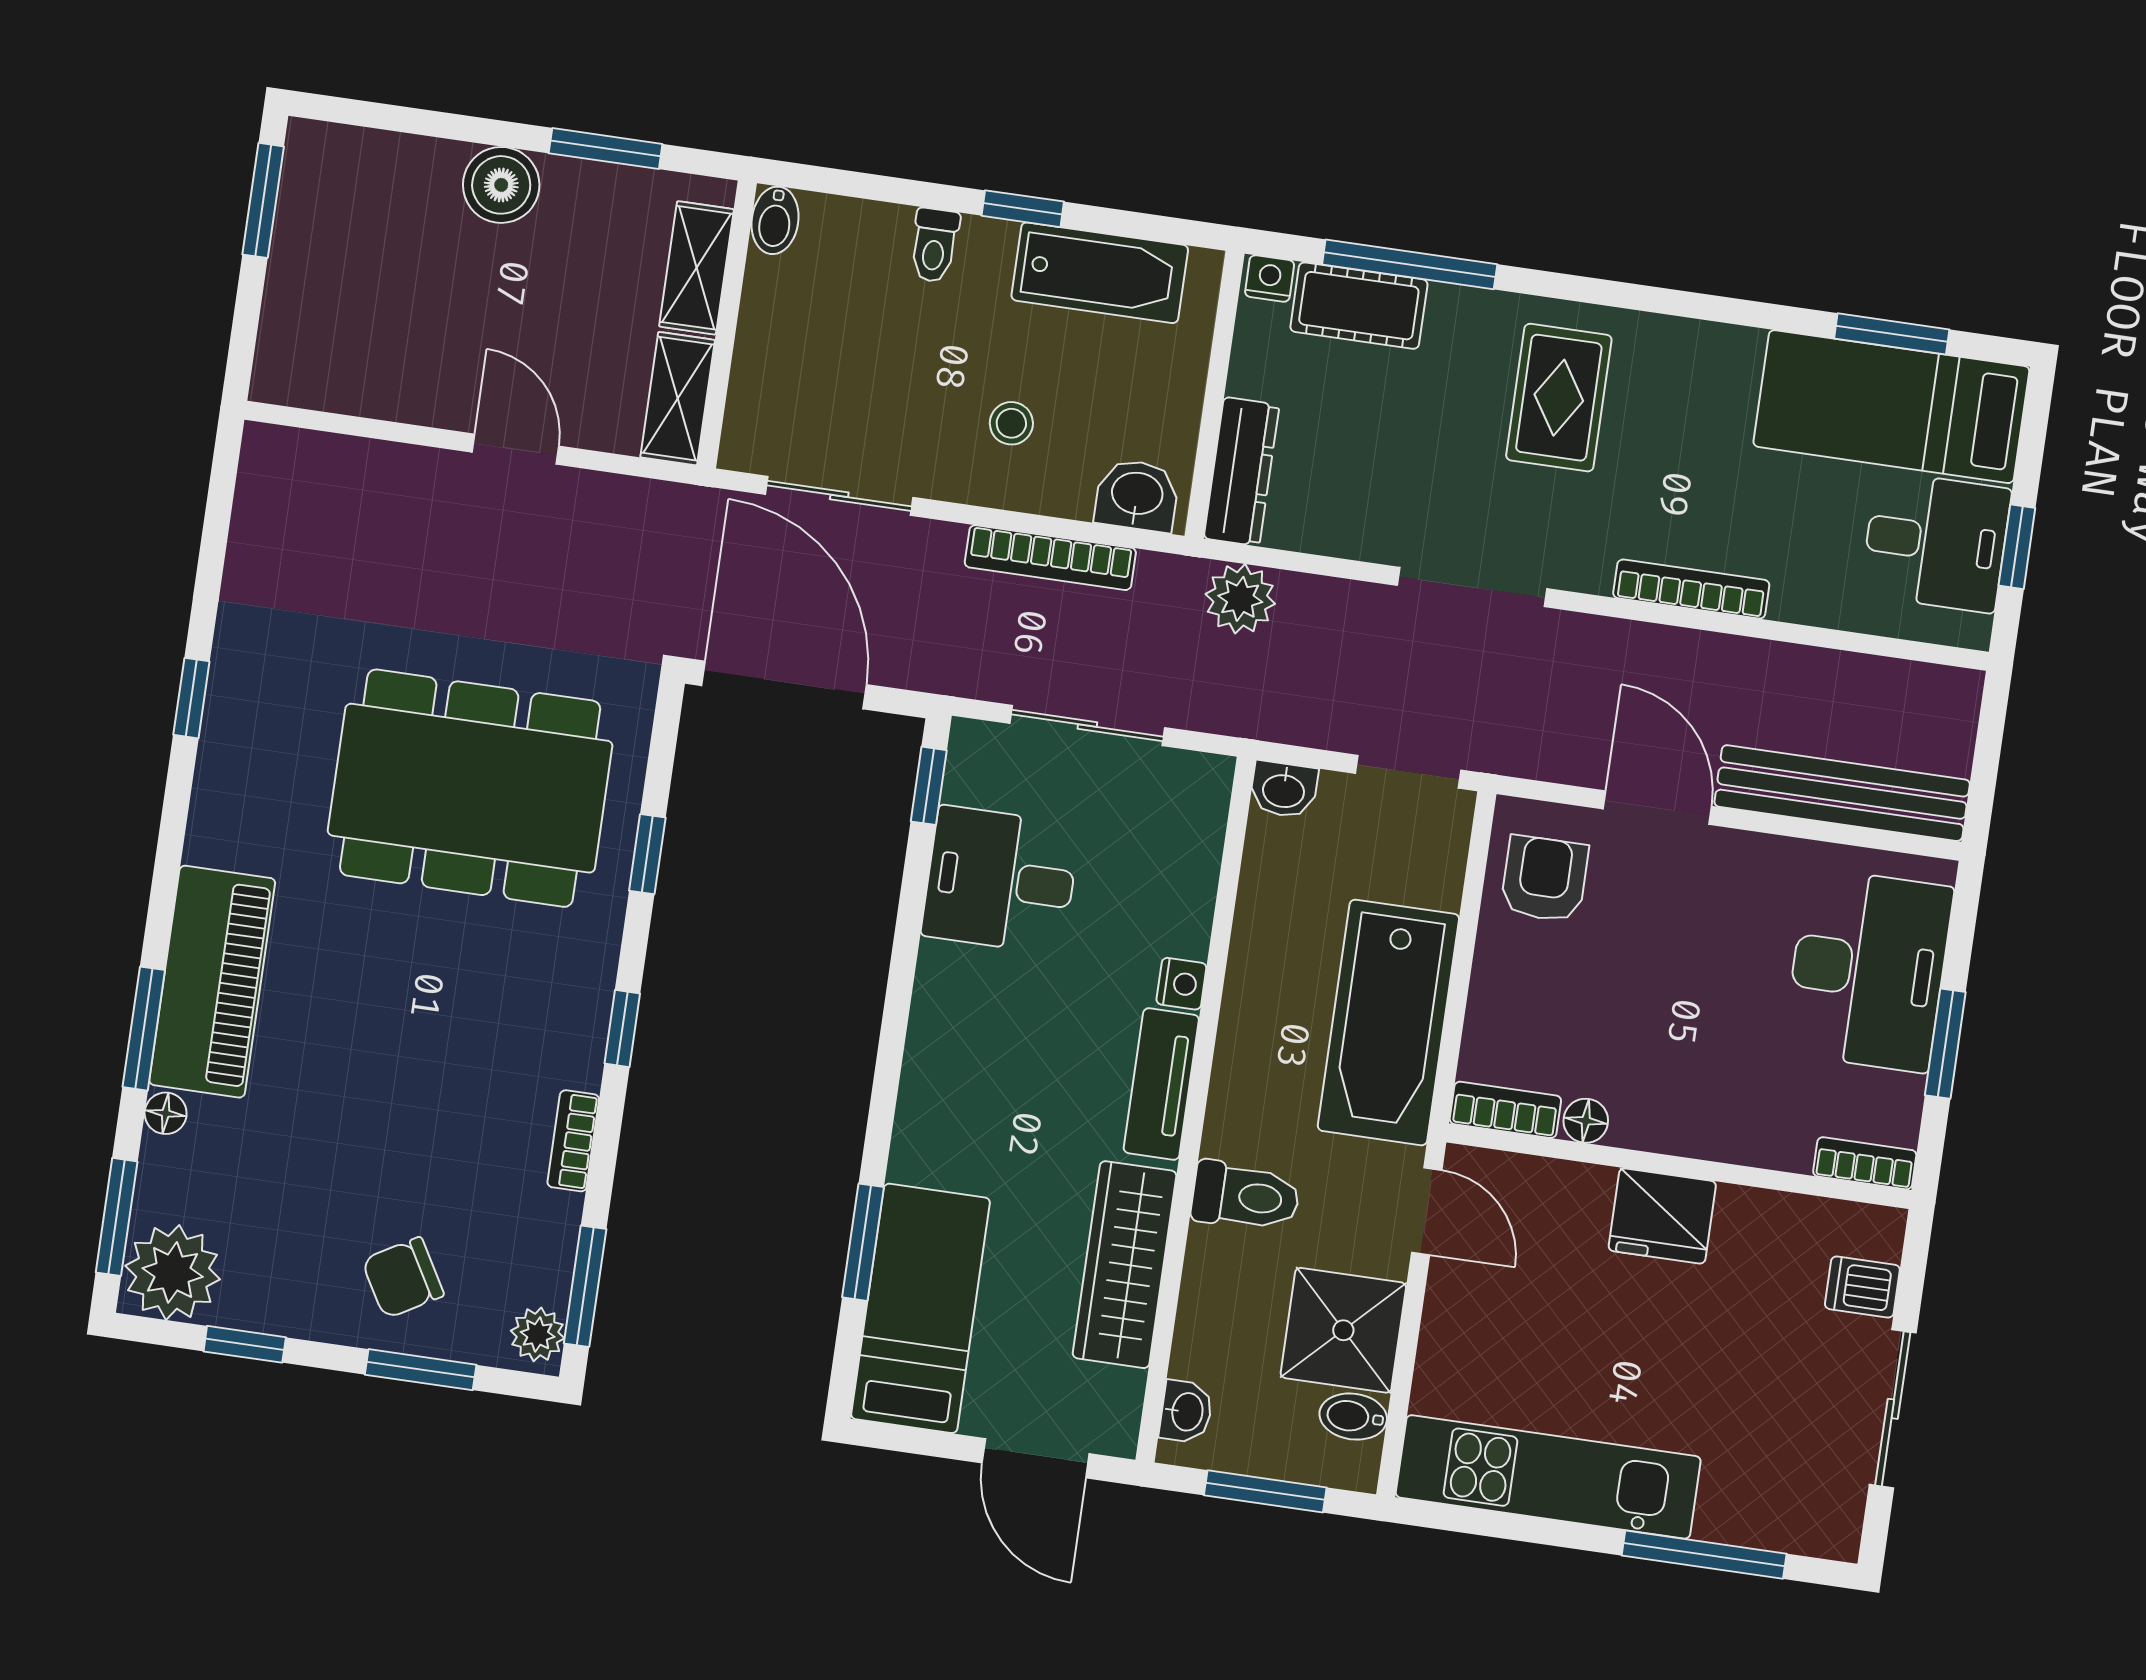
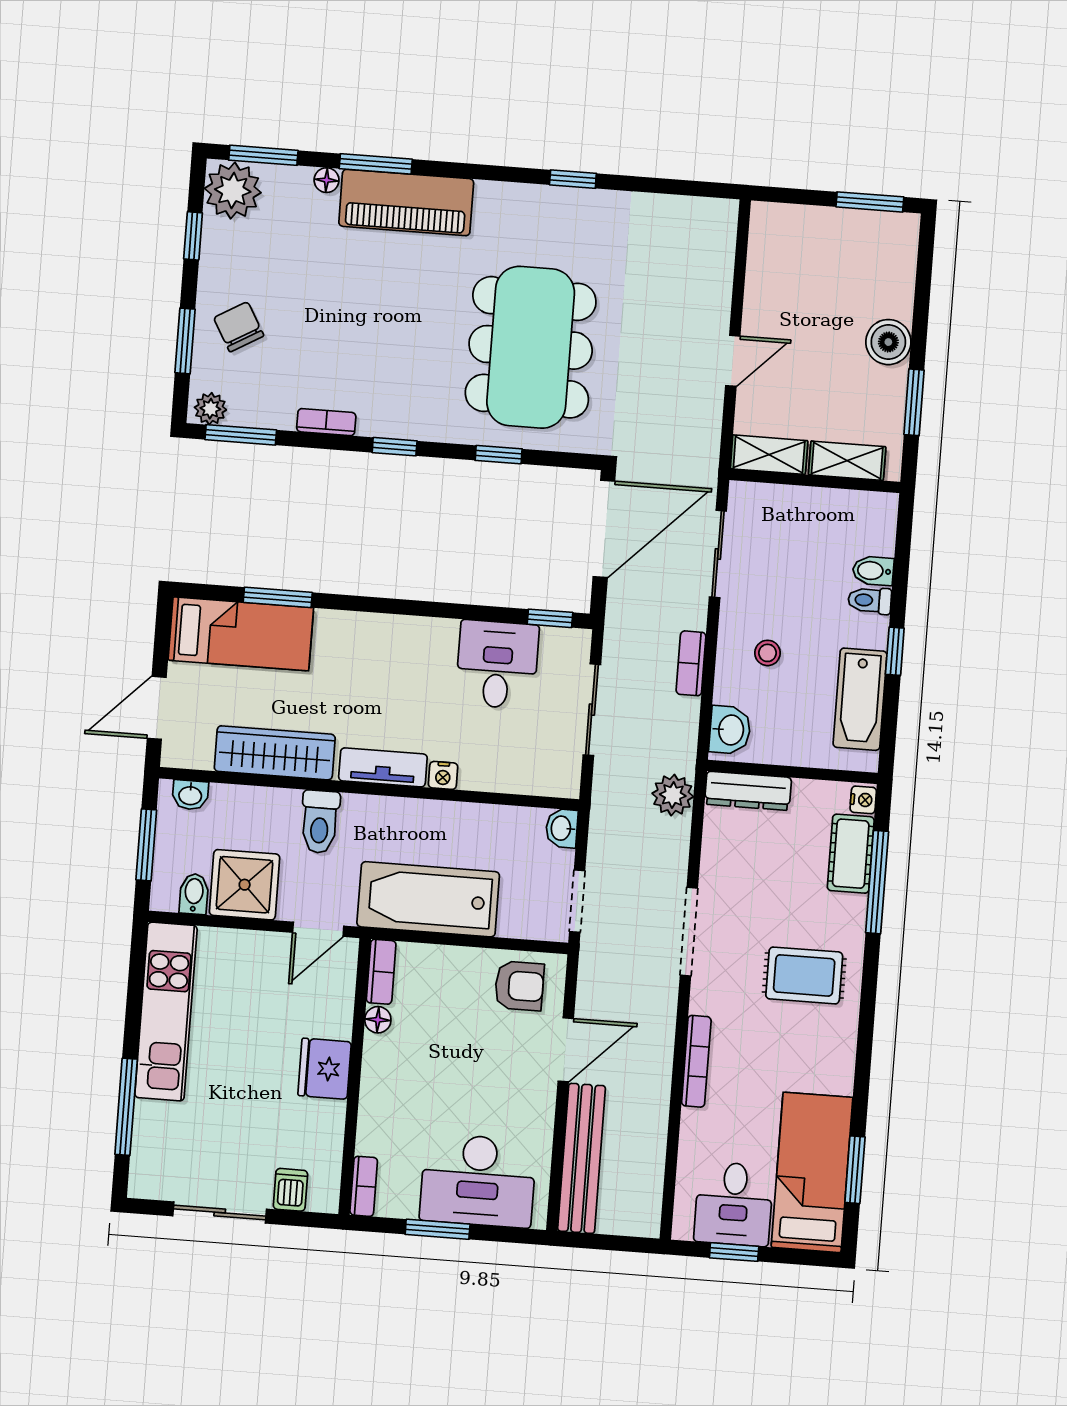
bidet: (775, 220) -> (873, 571), moved
bookcase: (1050, 558) -> (691, 663), width x0.64

